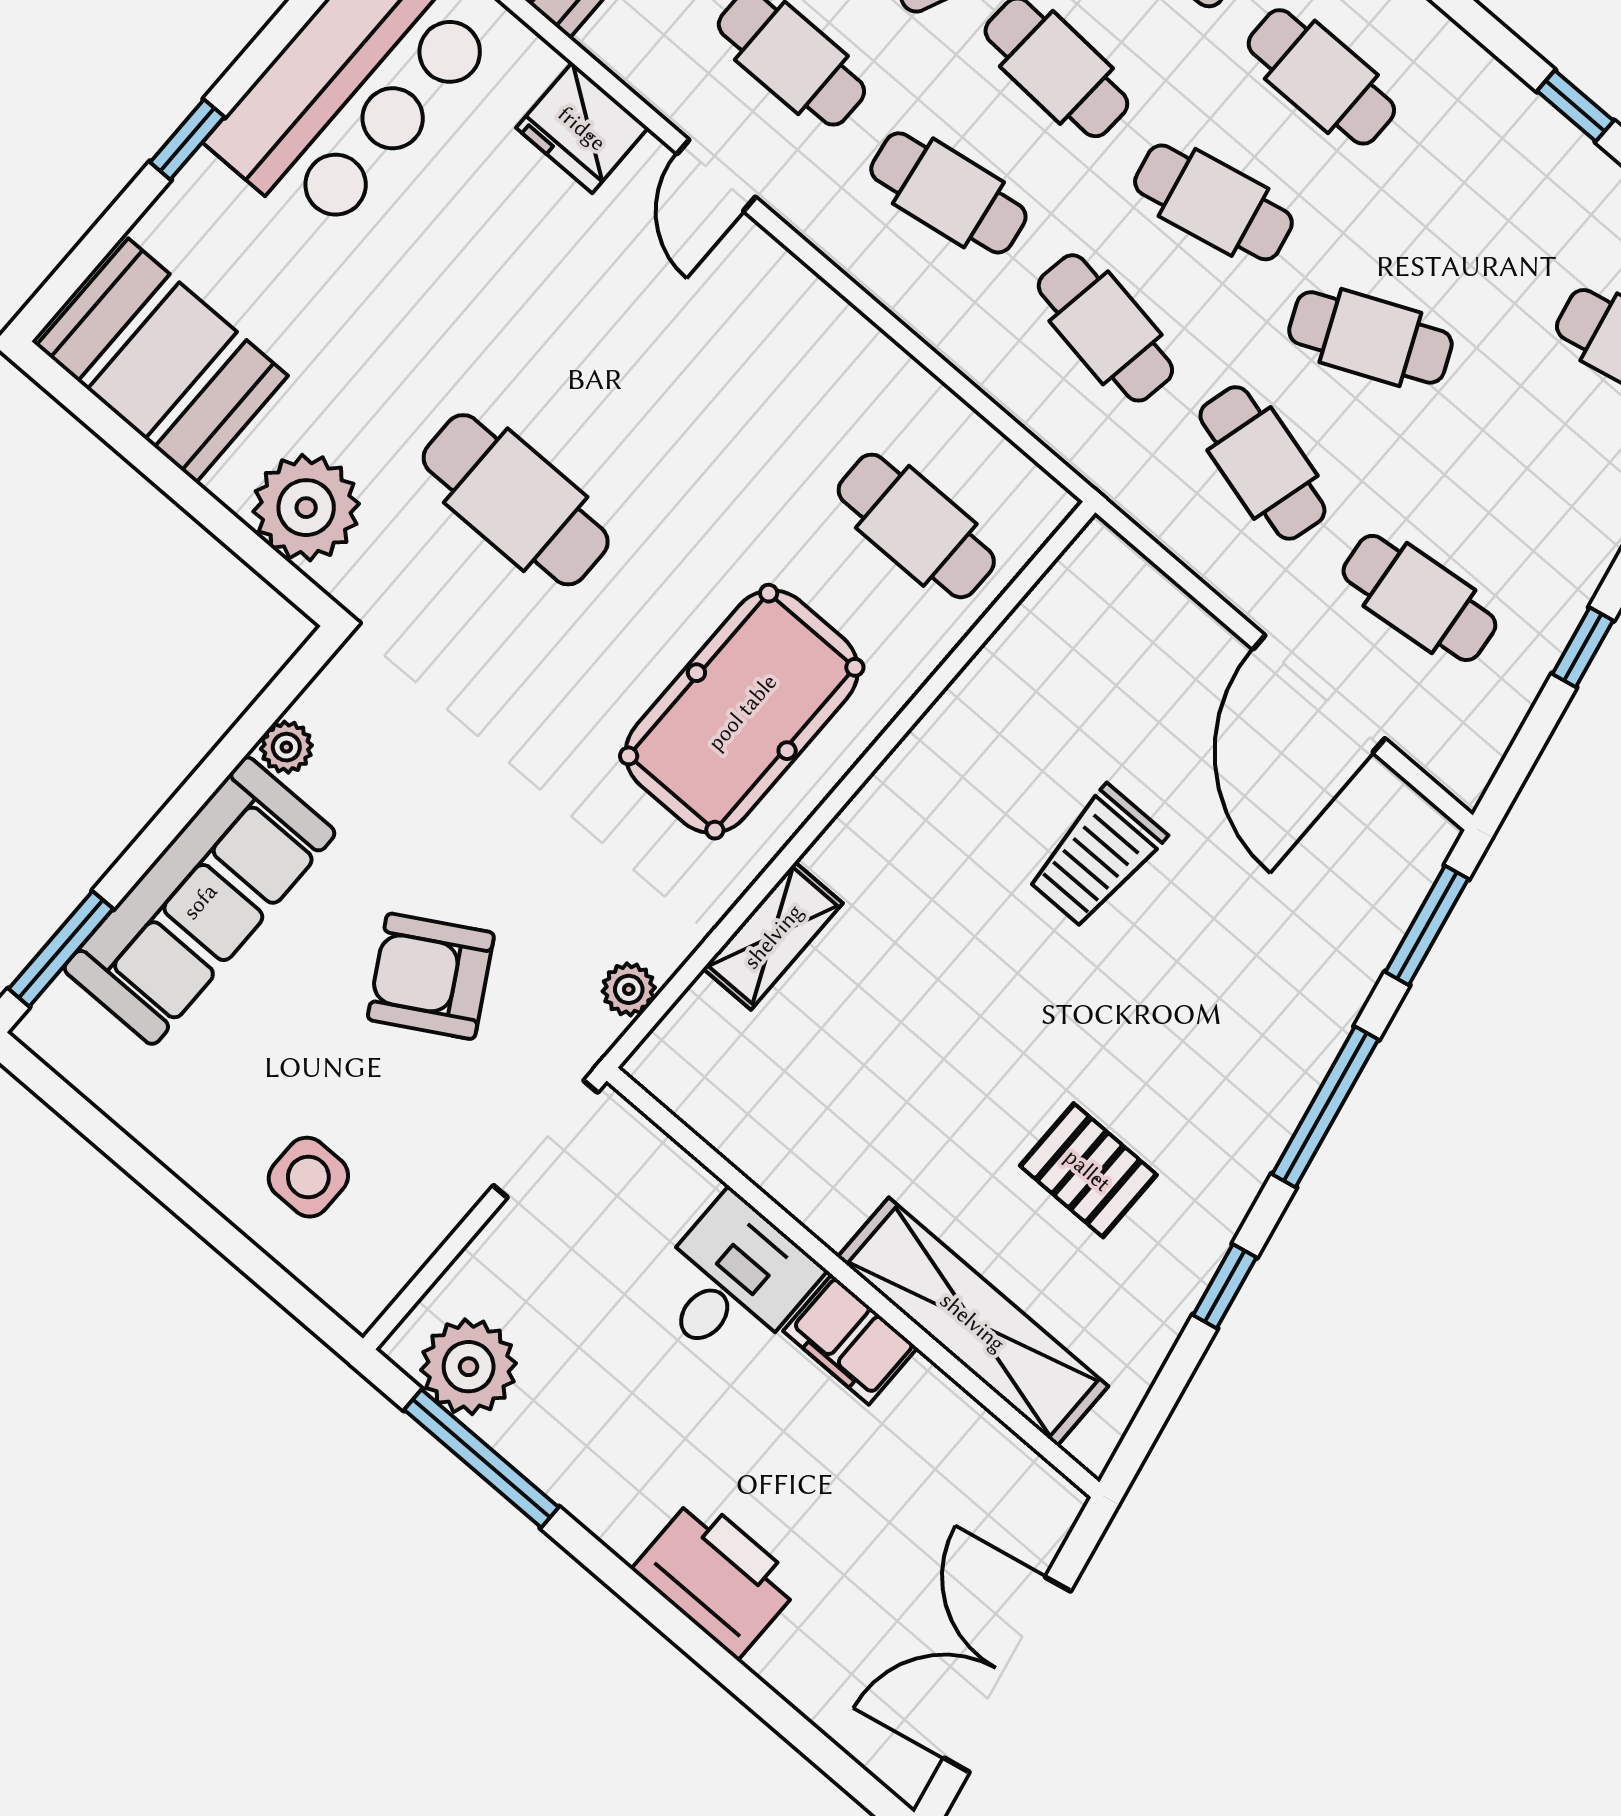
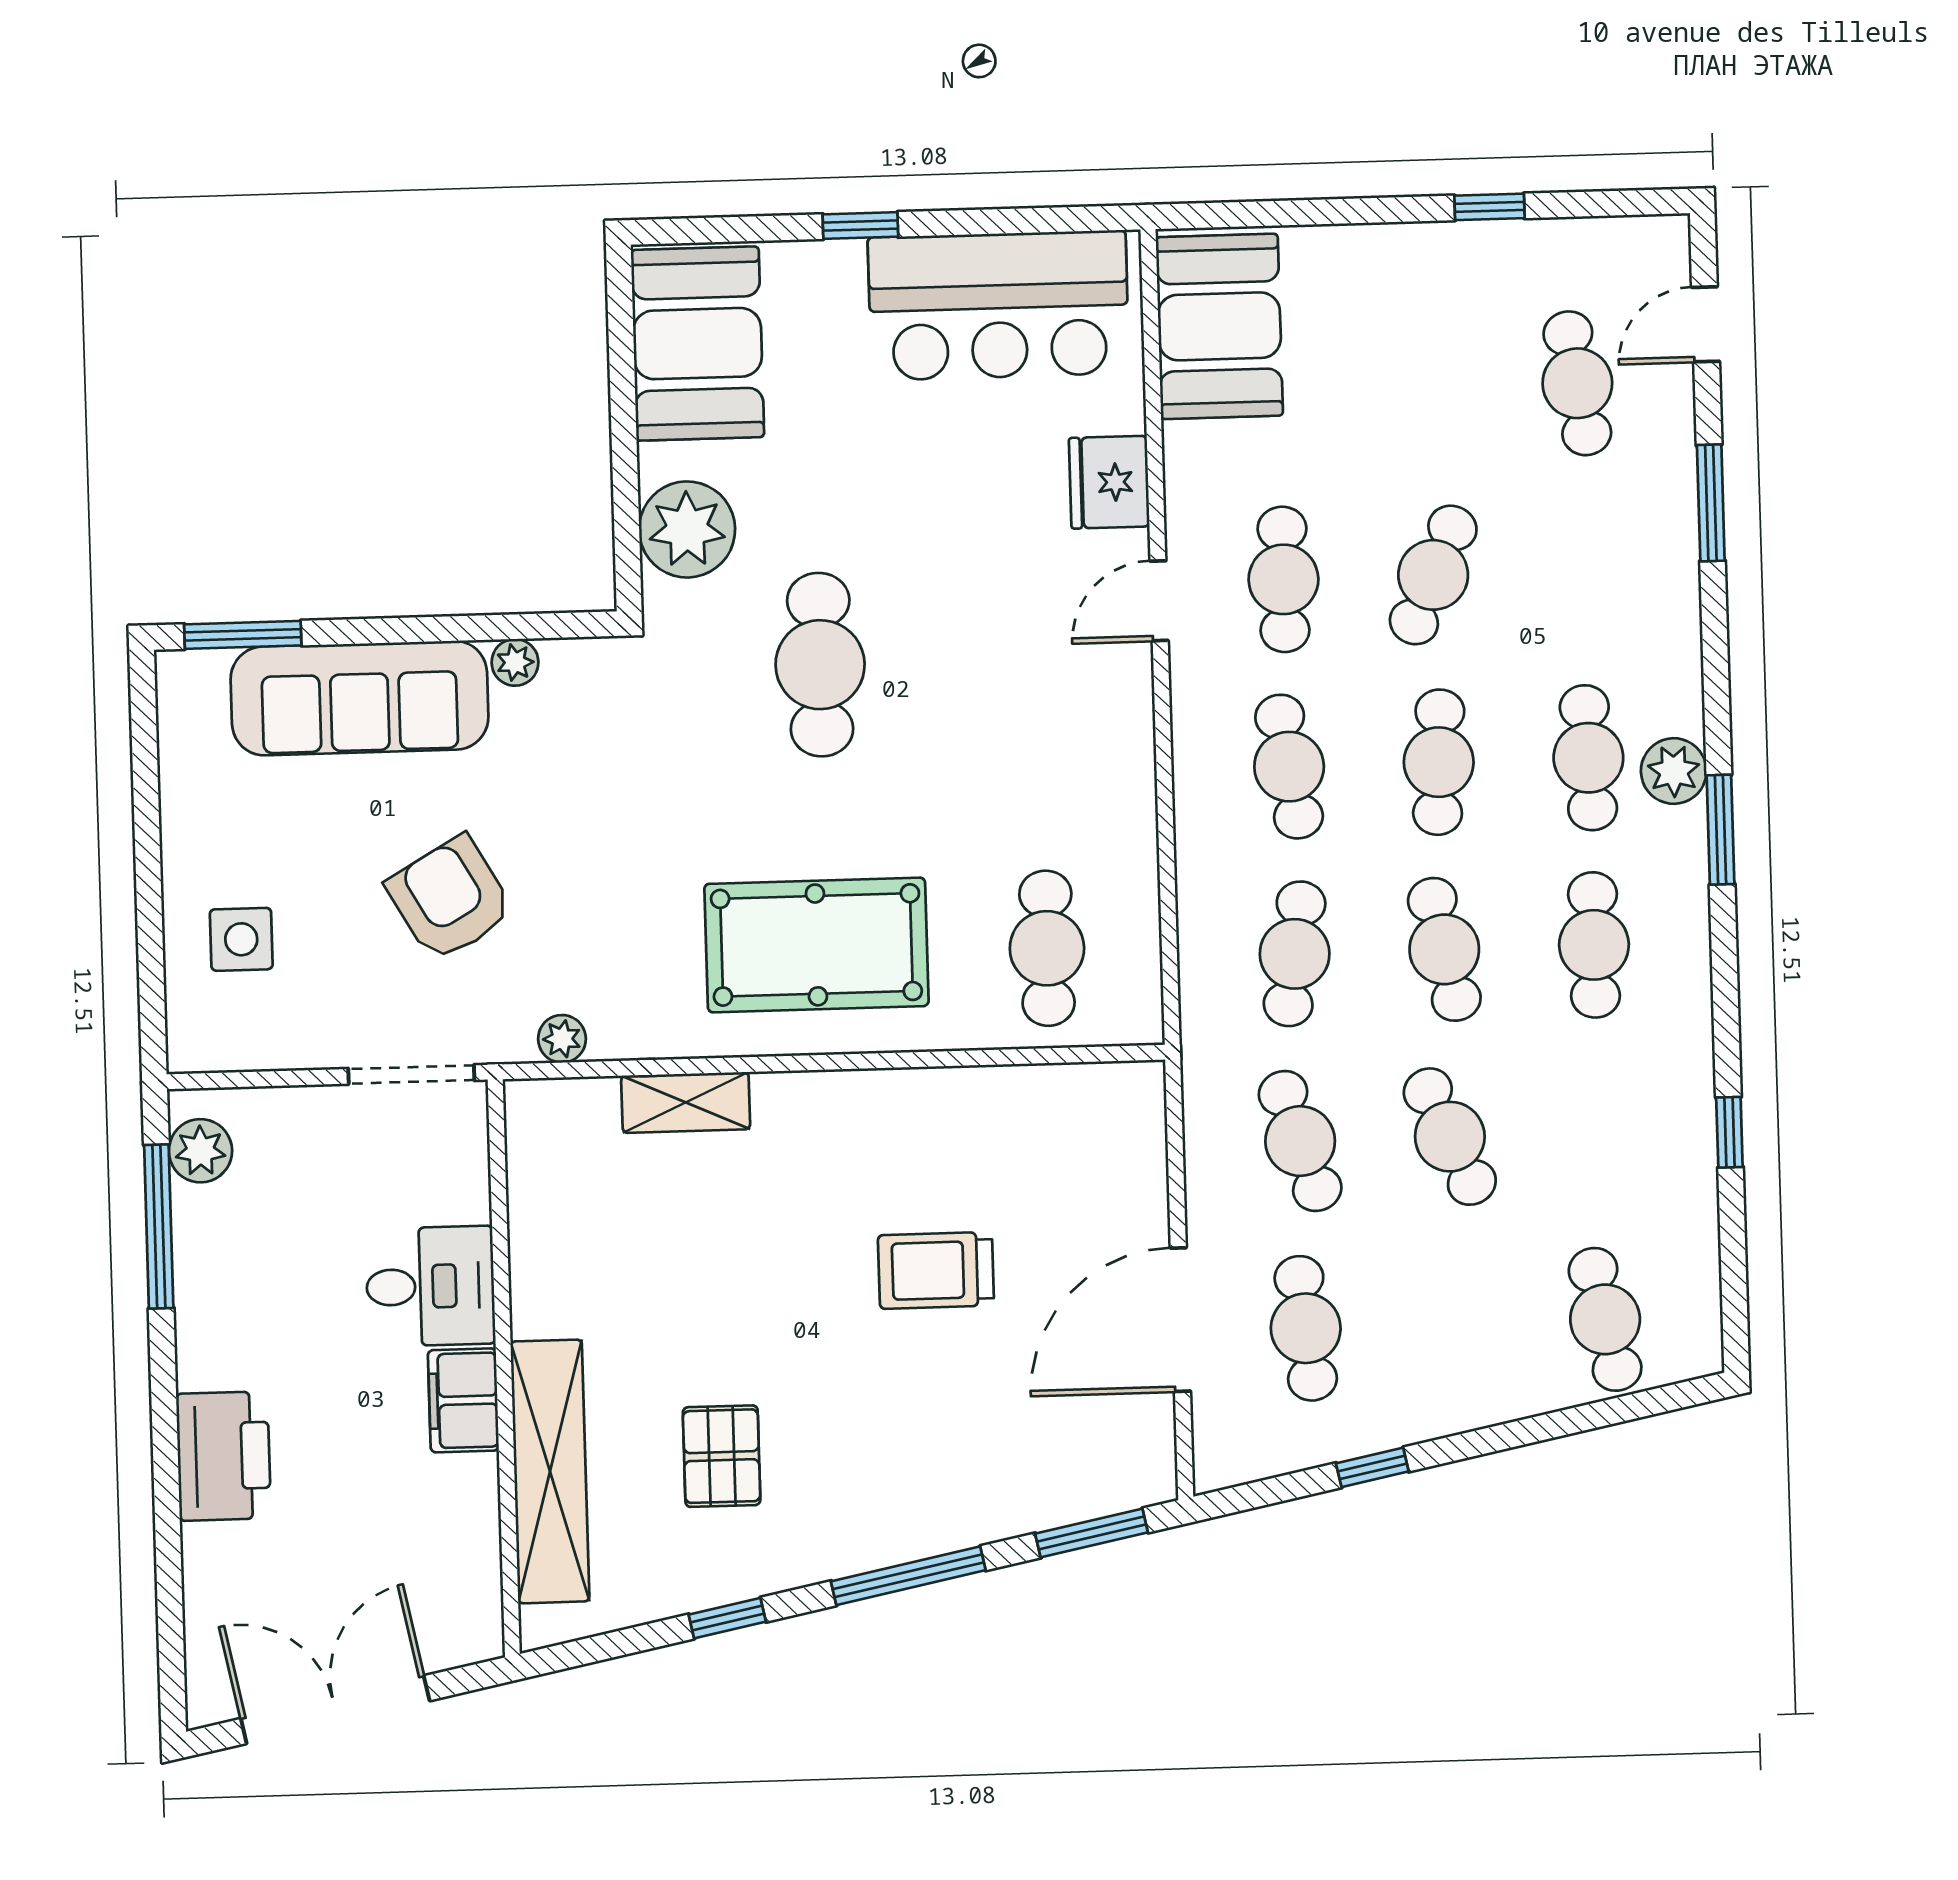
cafe table: (1262, 463) -> (1300, 1141), turned -33
plant: (469, 1367) -> (200, 1151), width x0.73, depth x0.73

